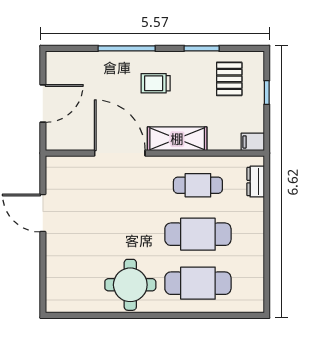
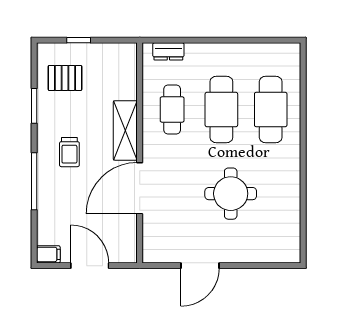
filing cabinet: (253, 142) -> (48, 254), moved, turned -90
round table: (130, 285) -> (231, 194), moved

